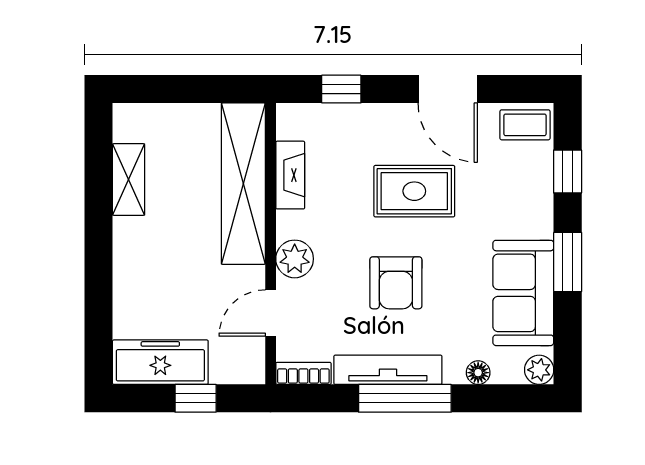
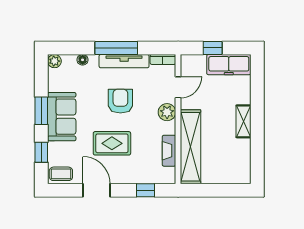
shelving: (129, 180) -> (243, 121), moved
sofa: (523, 293) -> (62, 117), moved

